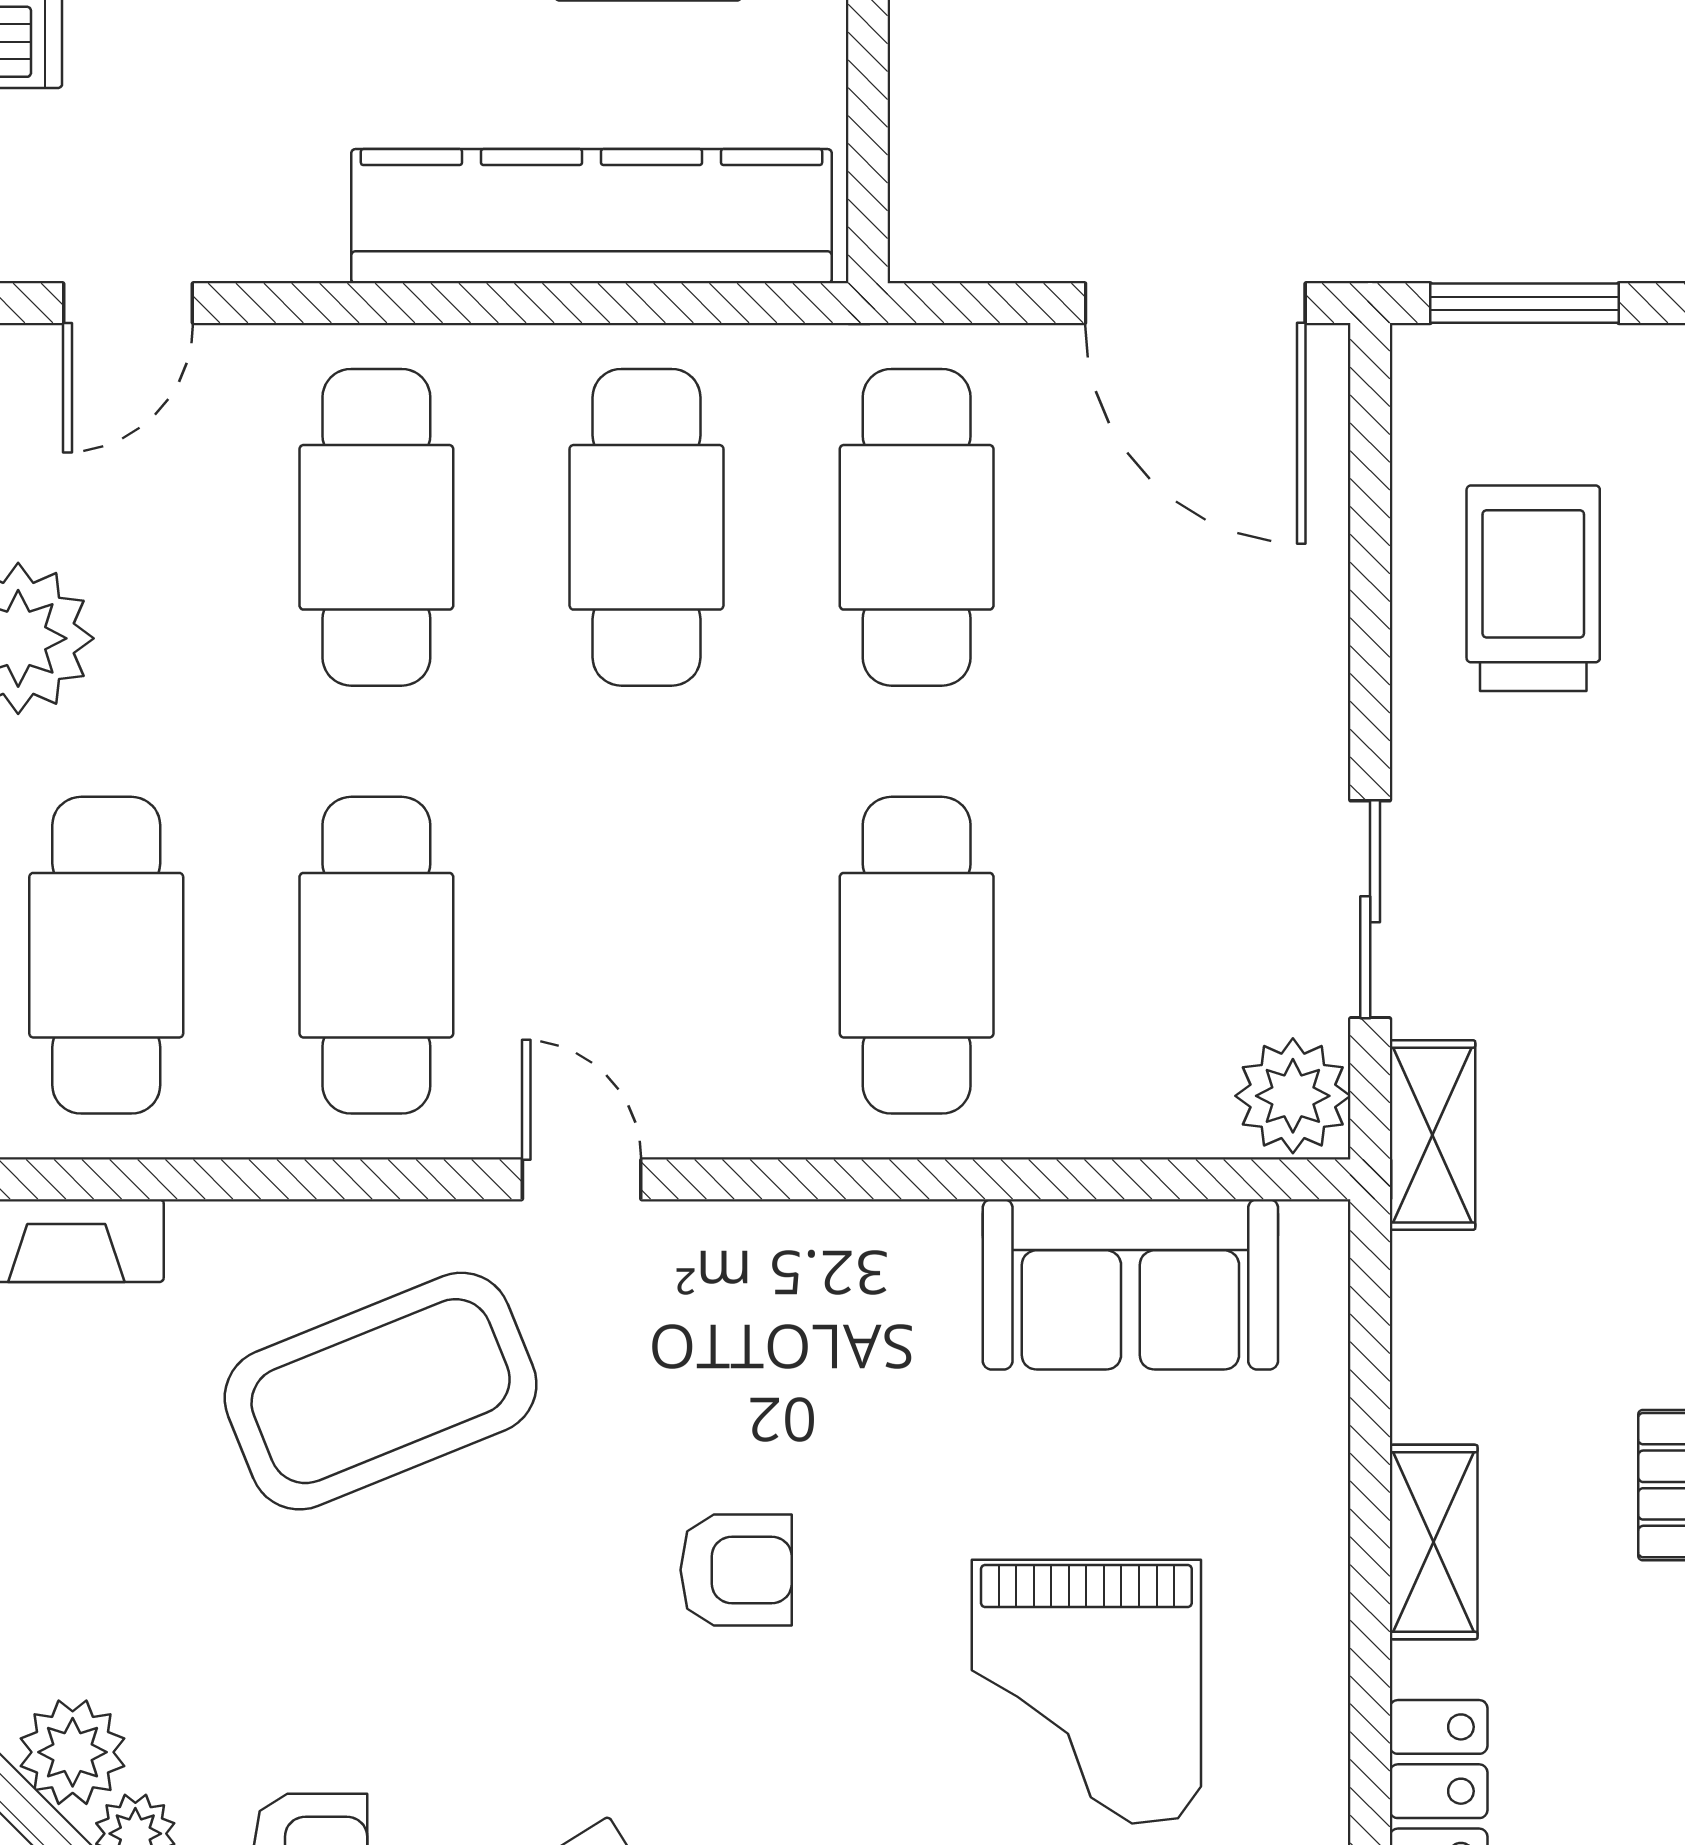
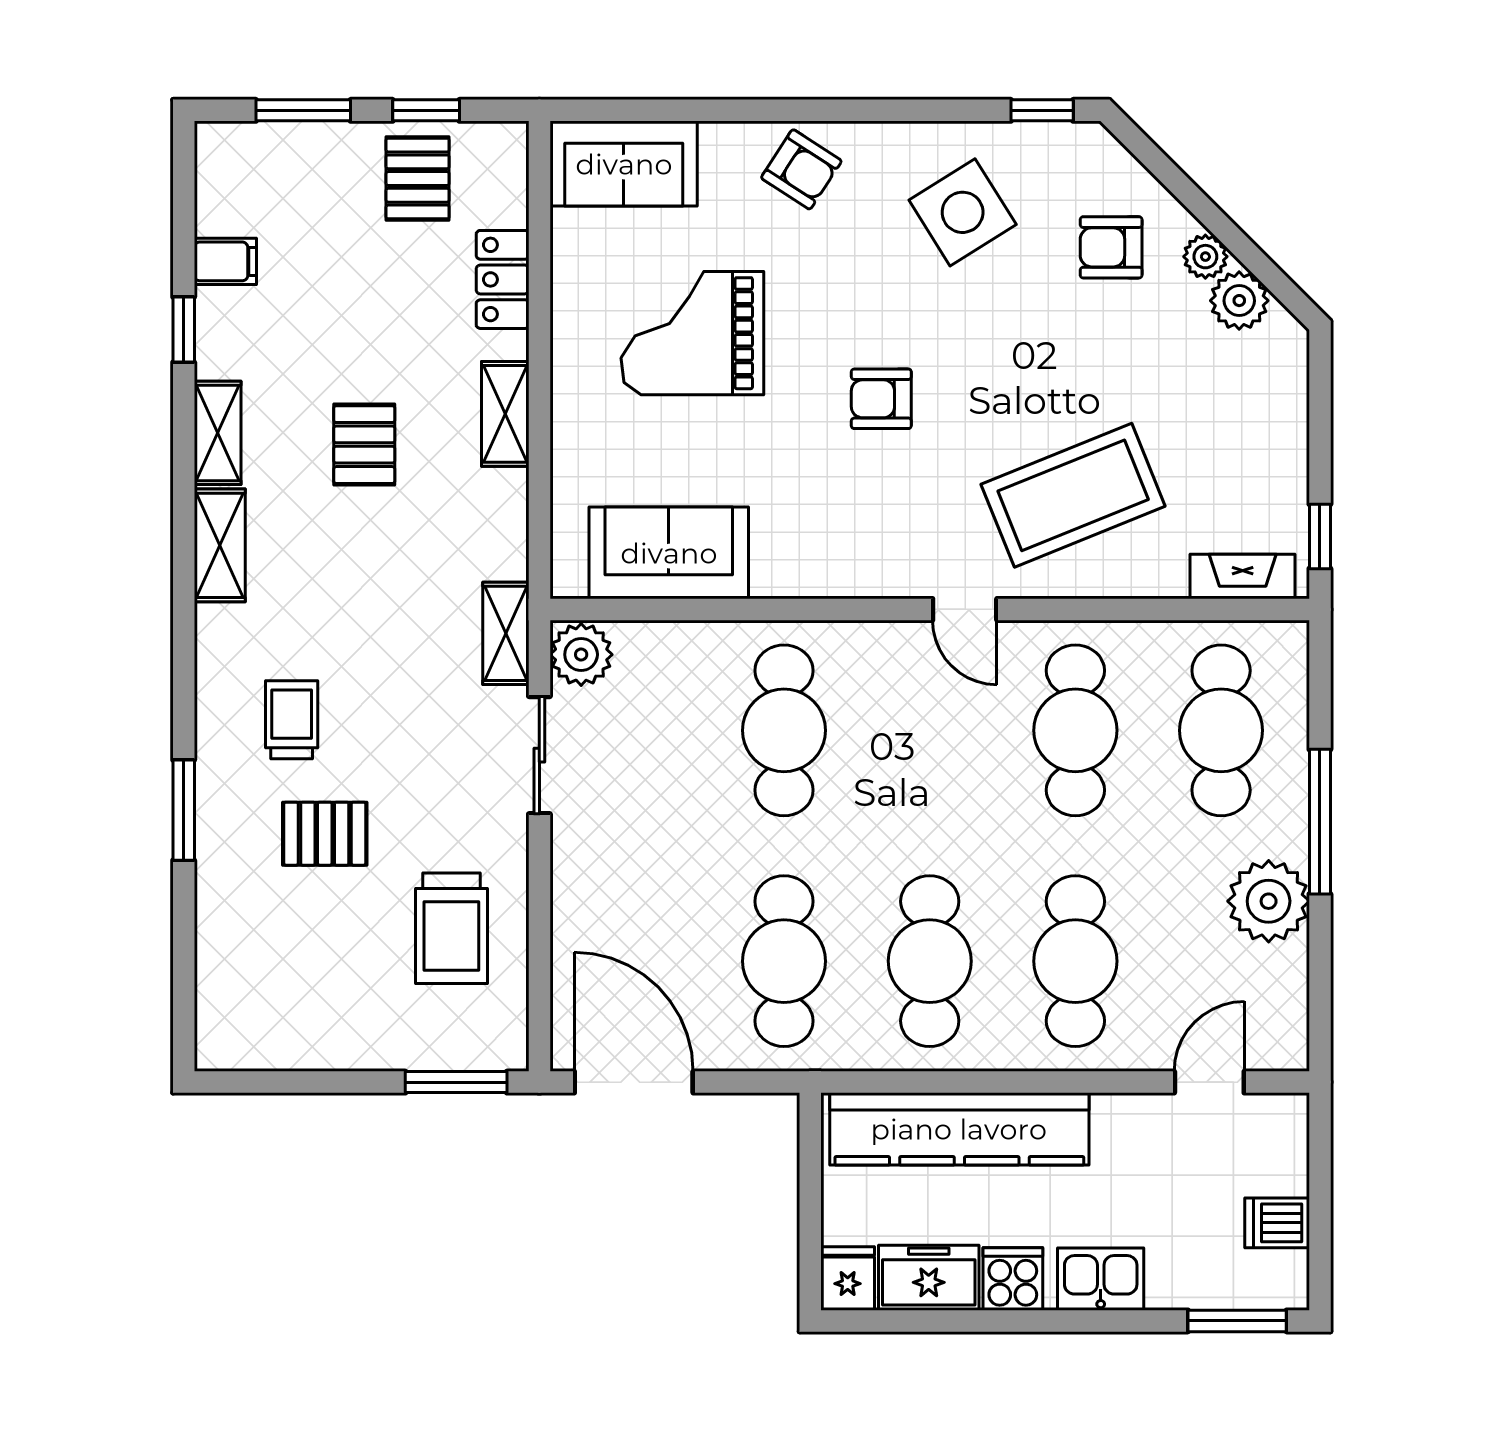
grand piano: (1086, 1692) -> (692, 333), turned -90

